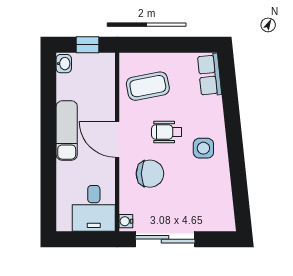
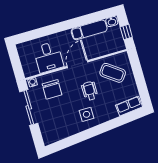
coffee table: (148, 86) -> (113, 73), turned -43
exam couch: (67, 131) -> (89, 30), moved
chair: (150, 174) -> (52, 89), moved
desk: (94, 208) -> (48, 57), moved, turned -90

